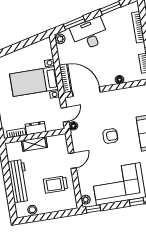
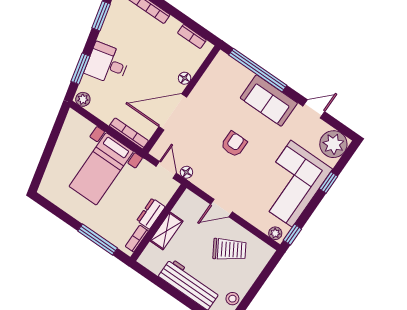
desk: (90, 34) -> (107, 64), width x0.73
door: (86, 92) -> (173, 112), moved
door: (72, 161) -> (221, 208), swing flipped
trolley: (55, 184) -> (229, 249), turned -121

